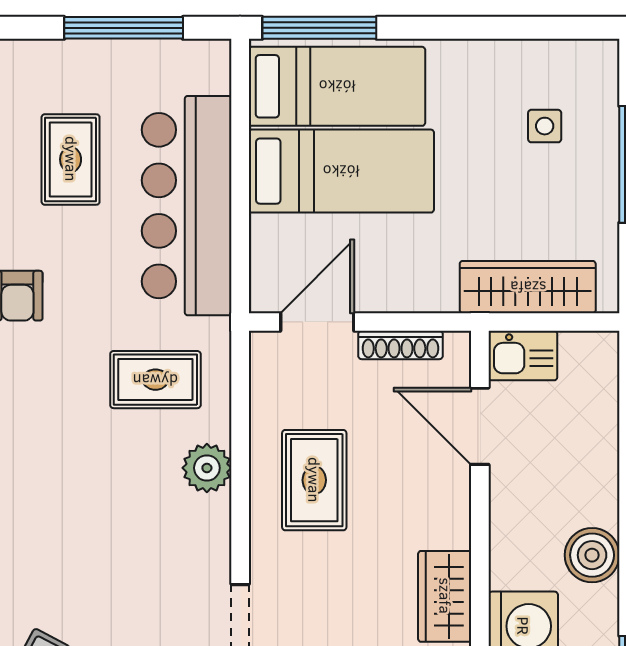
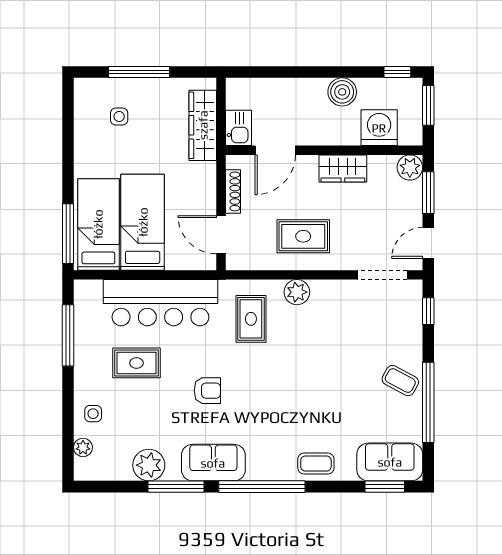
wardrobe: (445, 596) -> (343, 169), moved

